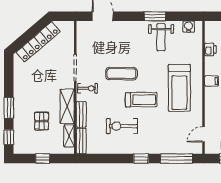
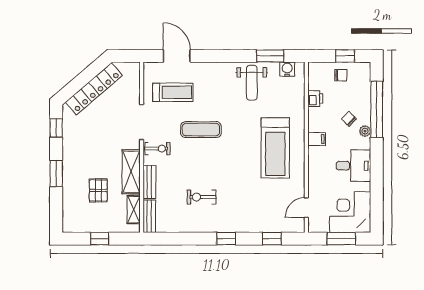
window: (155, 16) -> (270, 56), moved
treadmill: (141, 100) -> (173, 92), moved
exercise bike: (122, 126) -> (202, 197), width x0.73, depth x0.72
window: (9, 137) -> (56, 128), moved
window: (177, 158) -> (272, 239), width x0.46

